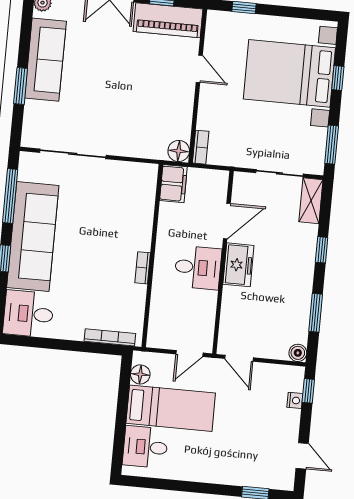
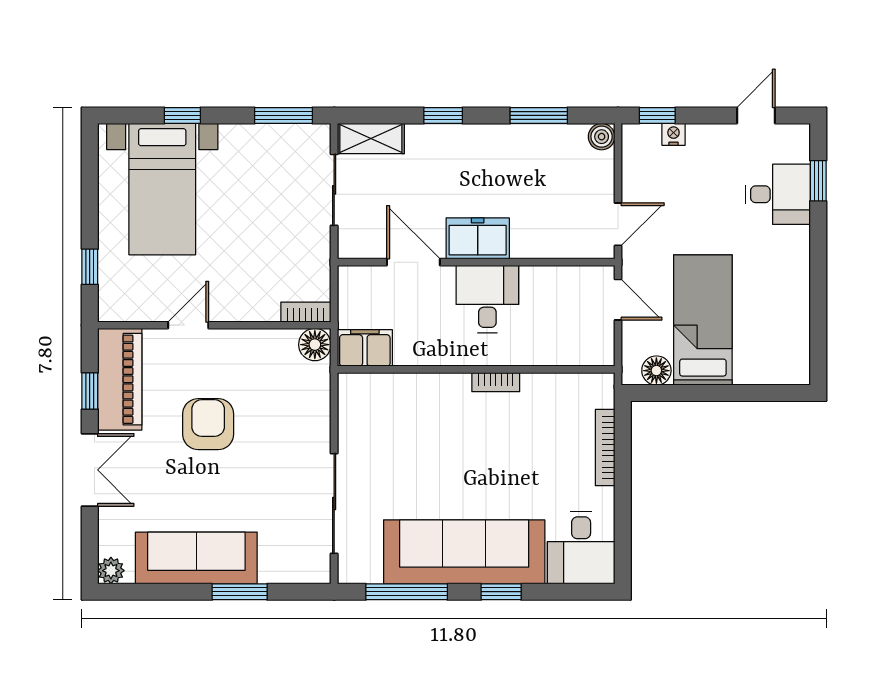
bed with nightstands: (289, 73) -> (162, 189), width x0.73
armchair: (133, 76) -> (208, 424), added
bookcase: (110, 337) -> (605, 448), moved
desk: (145, 447) -> (778, 194), moved, turned -90

